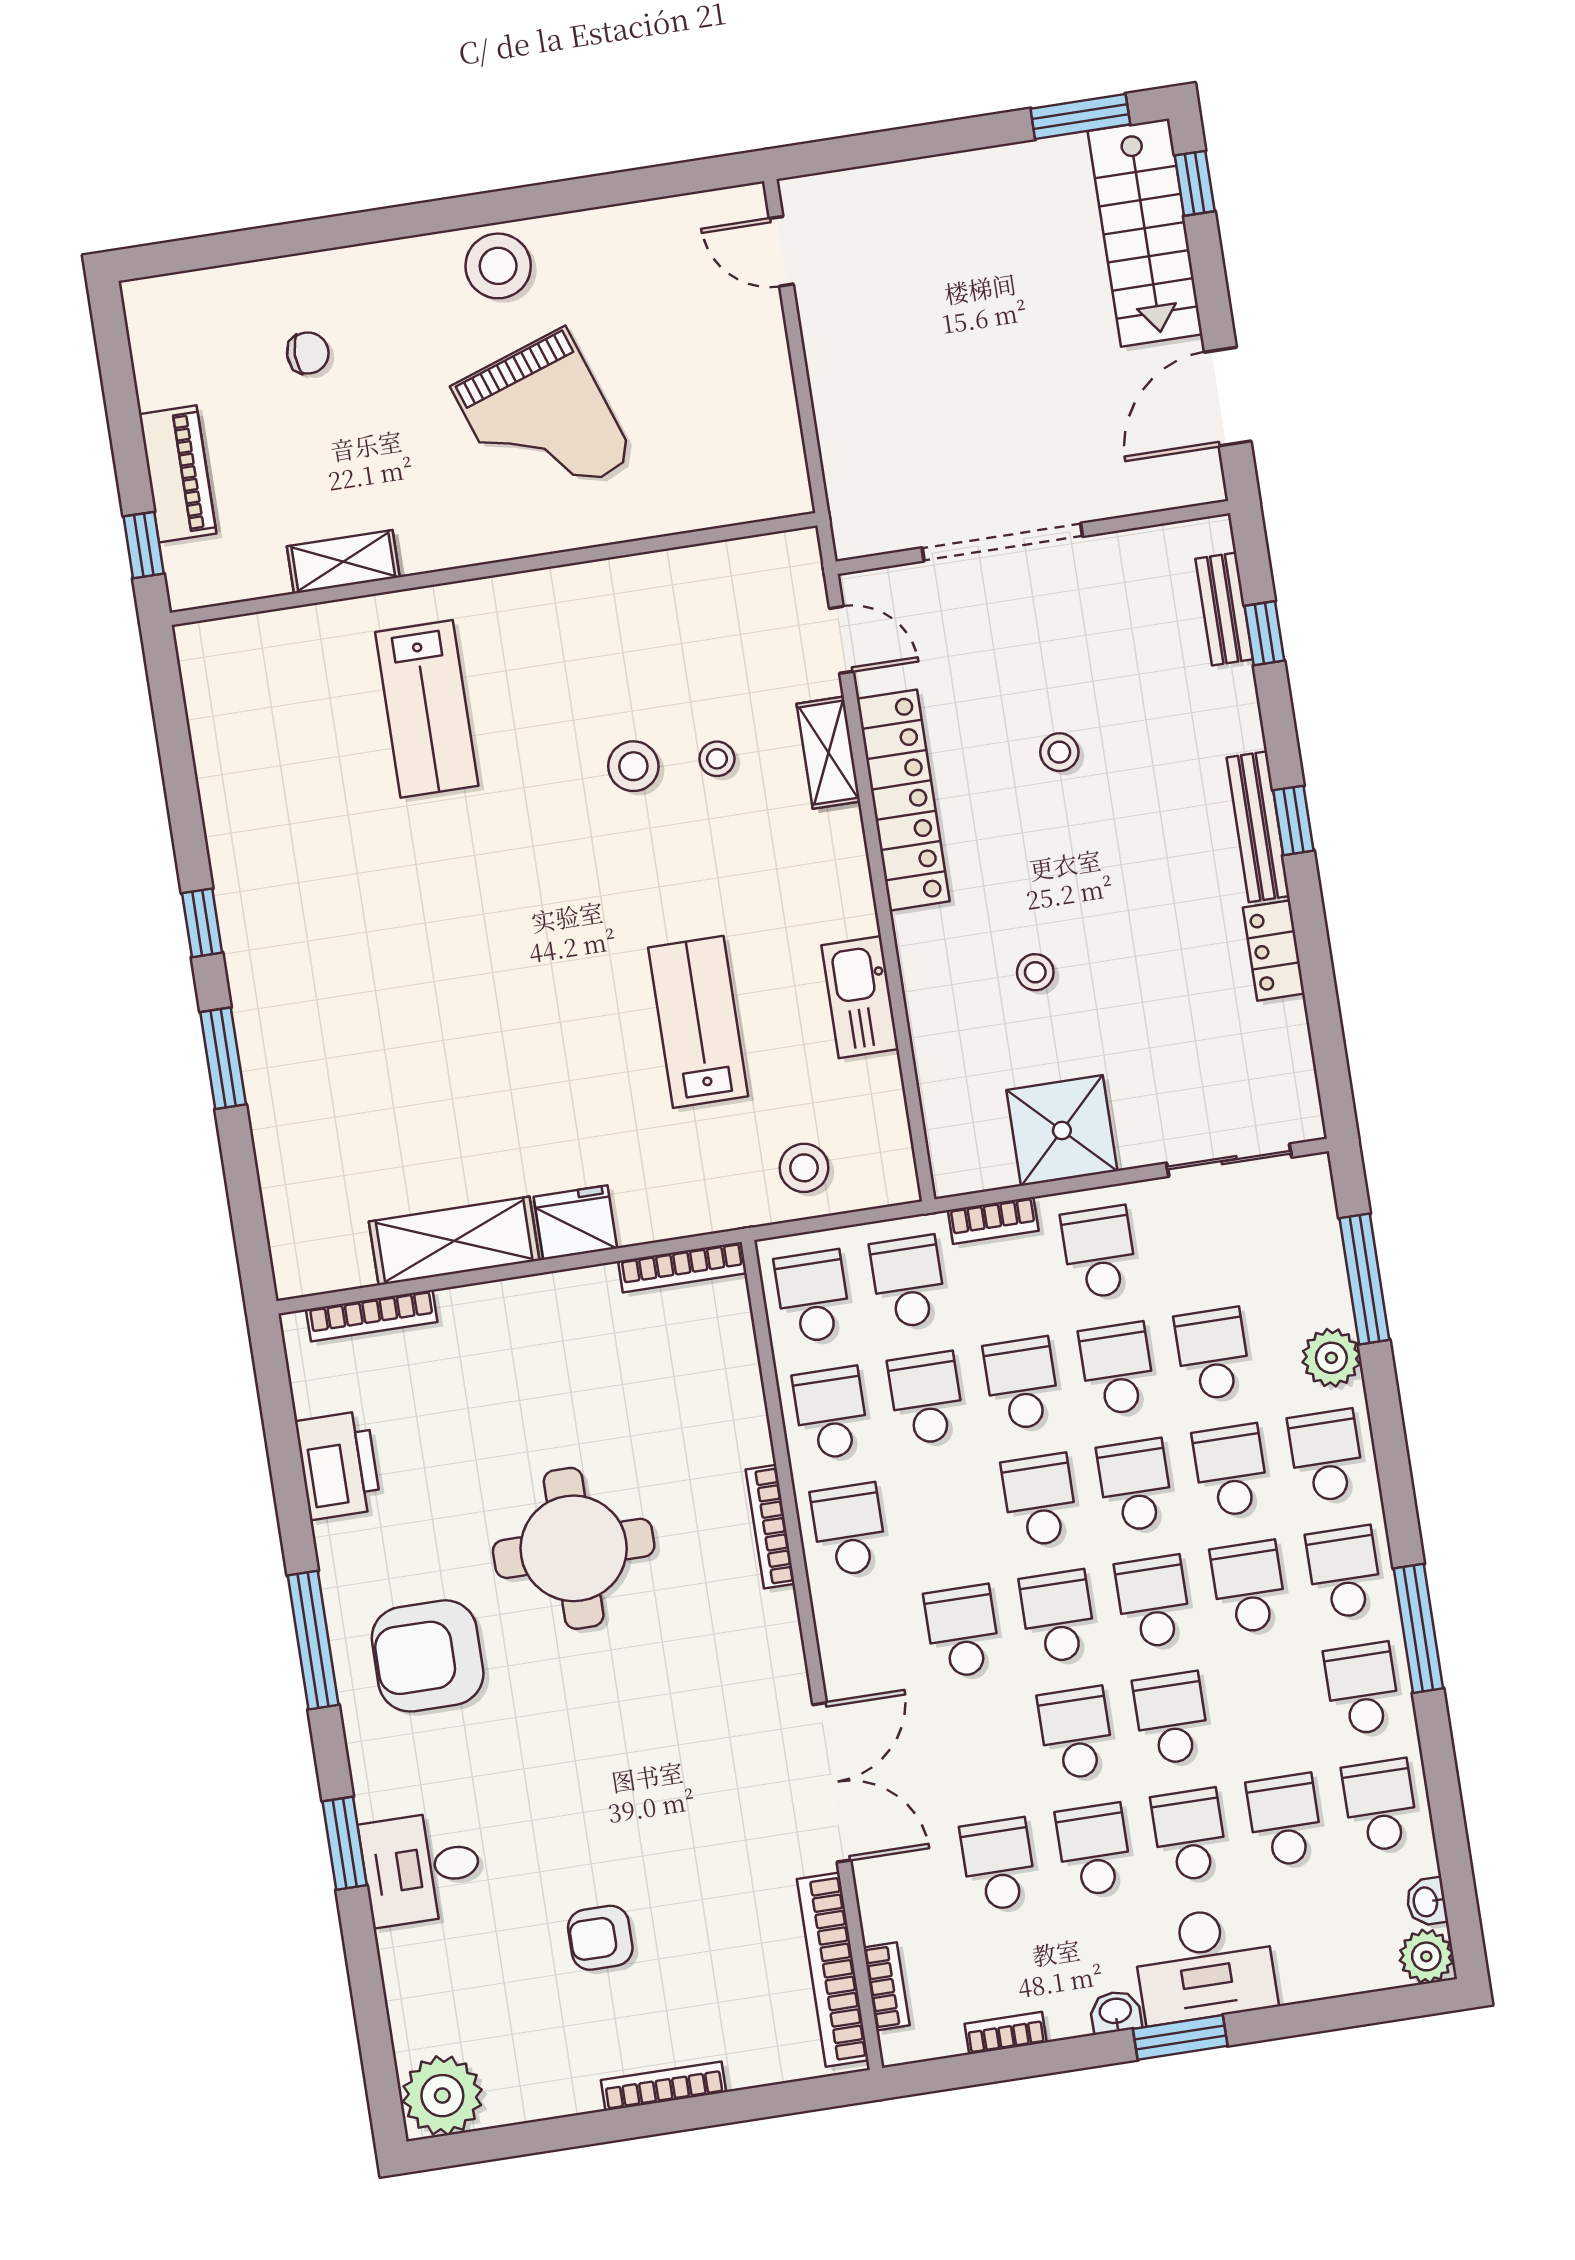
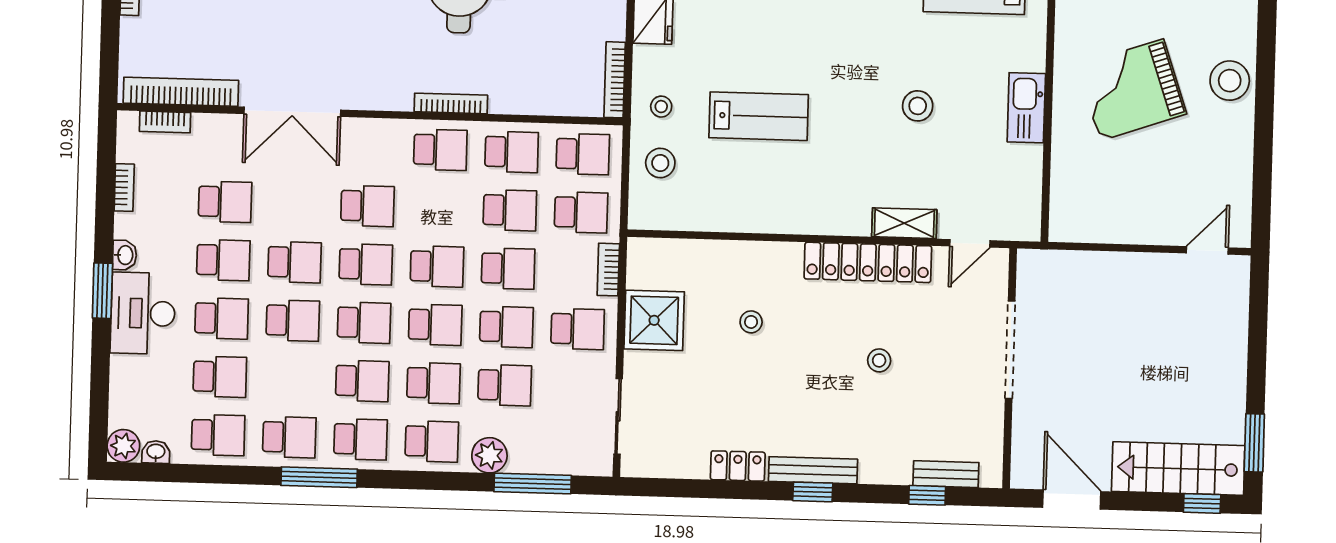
stool: (717, 759) -> (661, 107), moved
kitchen sink: (860, 997) -> (1026, 108), moved, turned -90

